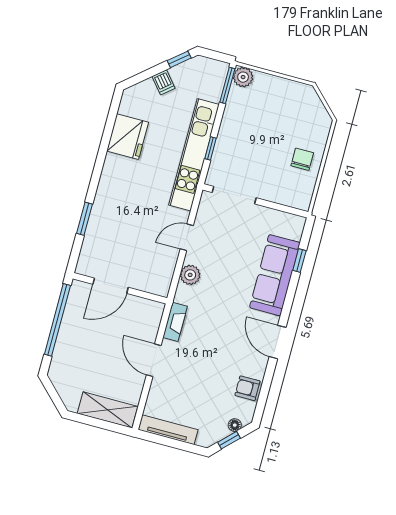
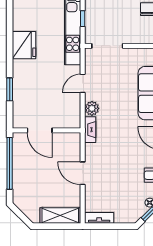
fridge: (128, 137) -> (24, 45), moved
door: (111, 286) -> (40, 130), hinge flipped
fireplace: (175, 322) -> (90, 130), moved
tv unit: (168, 430) -> (99, 218), width x0.71

